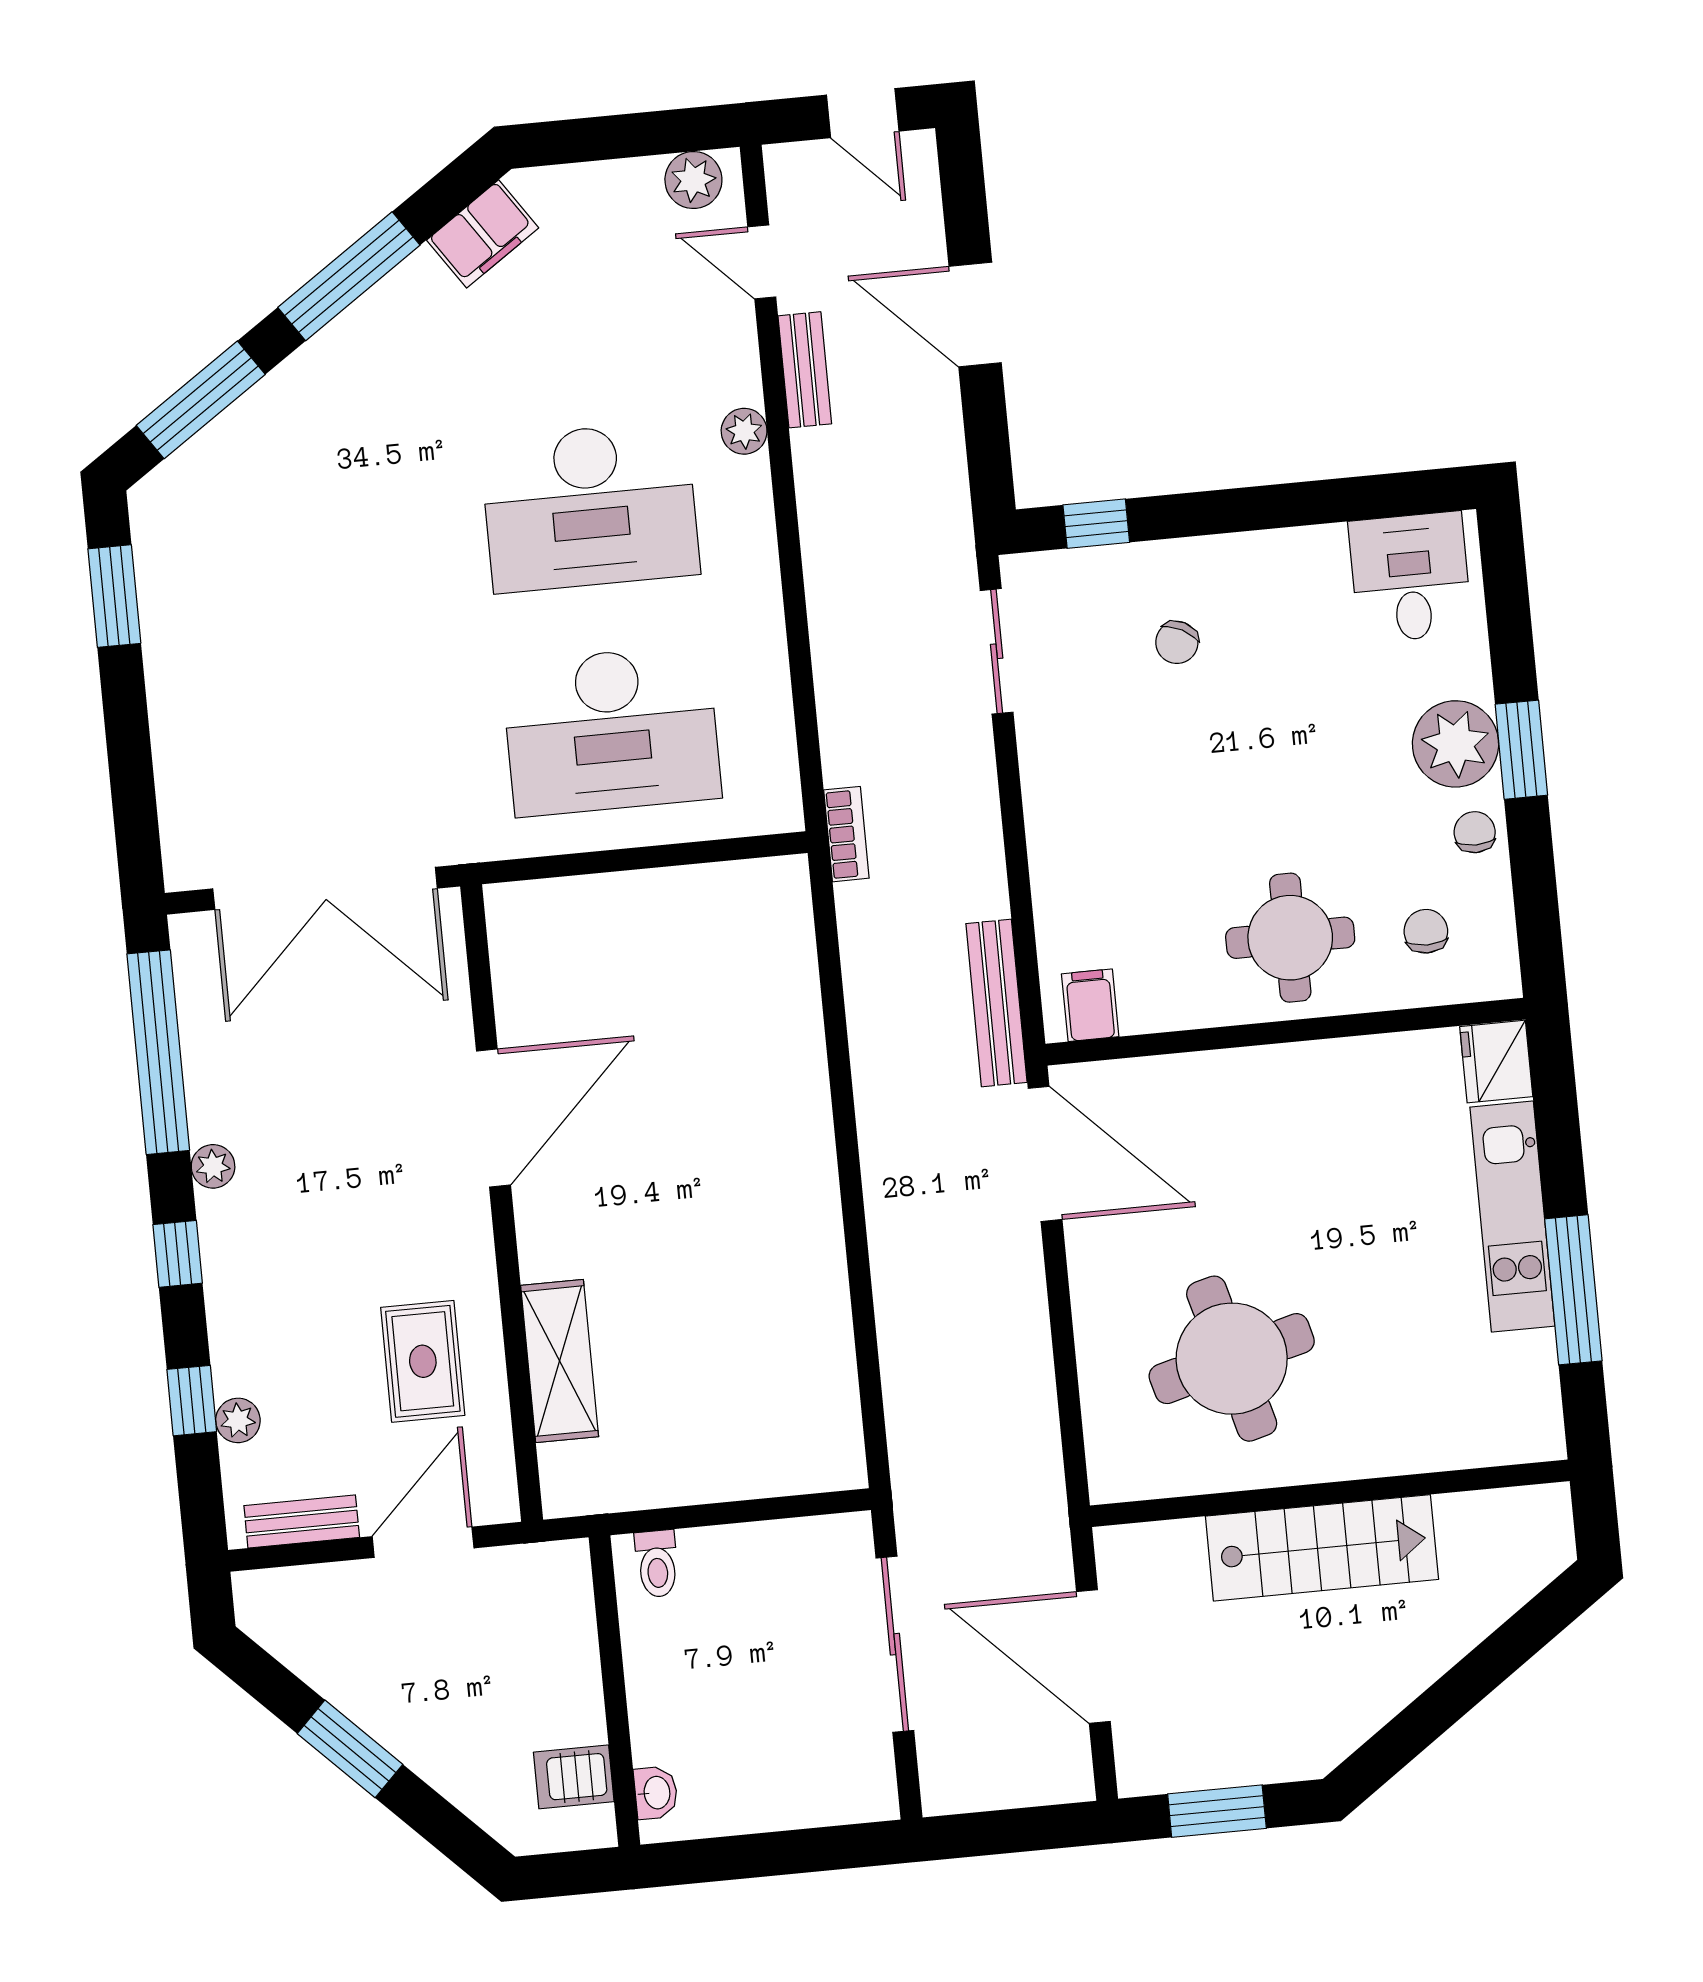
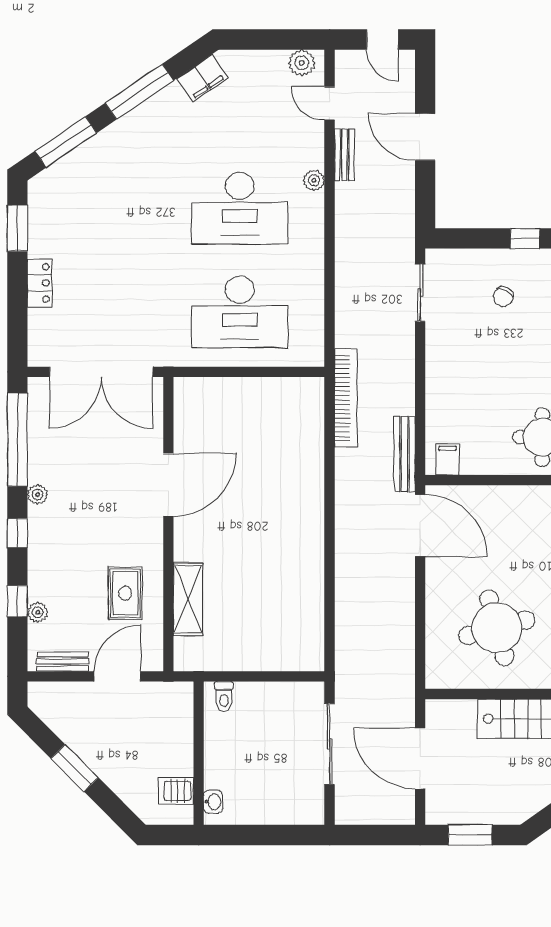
window: (1096, 524) -> (525, 238), moved
locker: (174, 709) -> (40, 283), added
bookcase: (846, 834) -> (346, 398), width x2.31, depth x1.31

